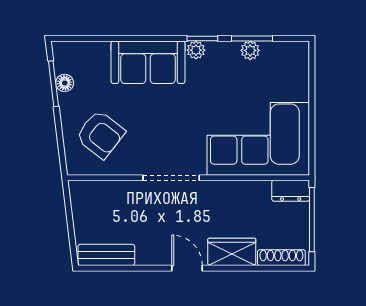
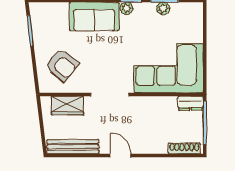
floor lamp: (65, 83) -> (38, 30), removed
wardrobe: (232, 252) -> (67, 106), moved, turned 180
bench: (106, 255) -> (73, 147), width x1.36

